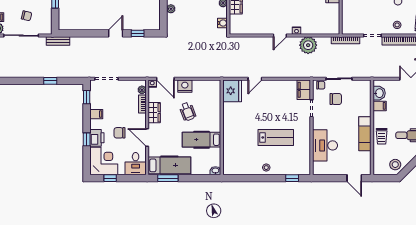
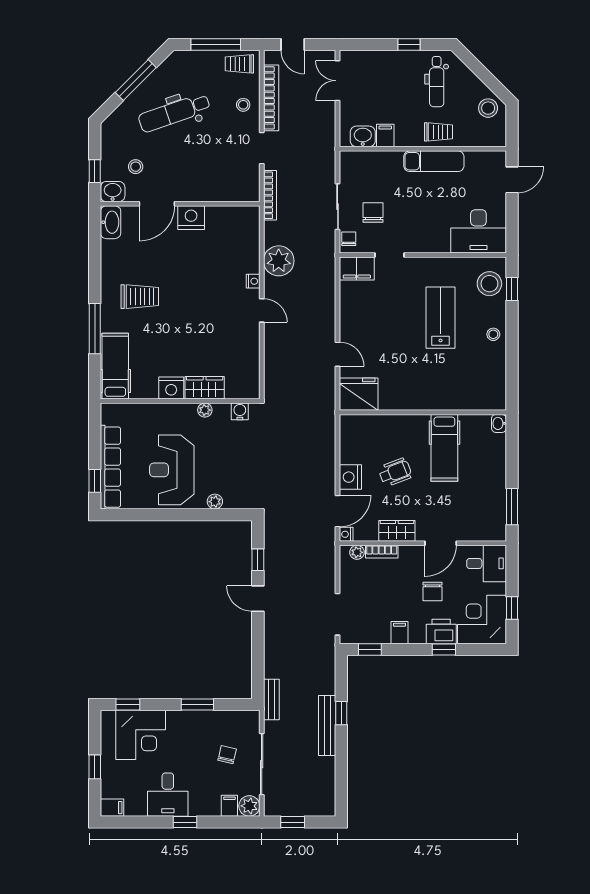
bench: (43, 73) -> (327, 725), added
desk: (325, 145) -> (478, 231), moved
hospital bed: (169, 165) -> (489, 504), removed
stool: (295, 165) -> (489, 284), added

